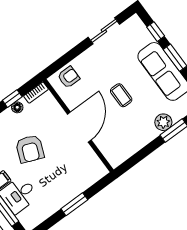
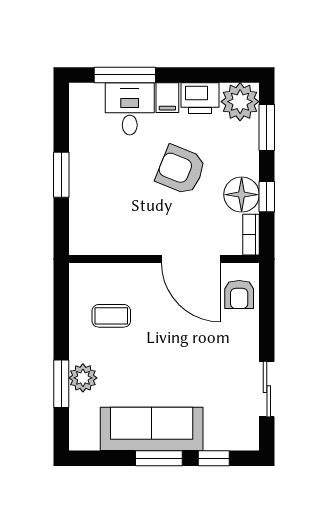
coffee table: (121, 95) -> (111, 316), moved
floor lamp: (17, 107) -> (242, 195), width x1.89, depth x1.89
door: (79, 127) -> (191, 259), moved

